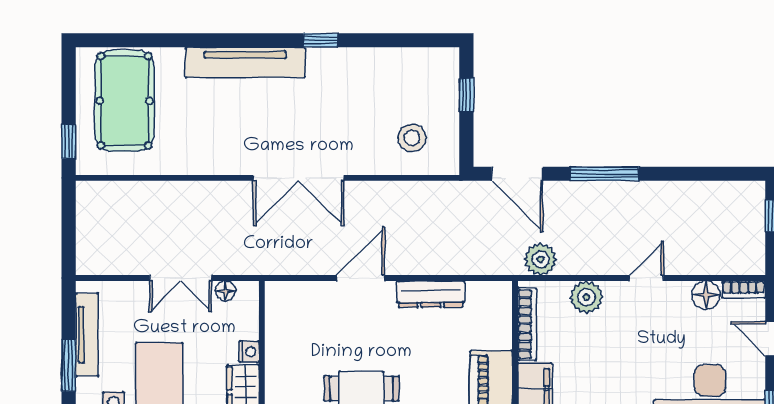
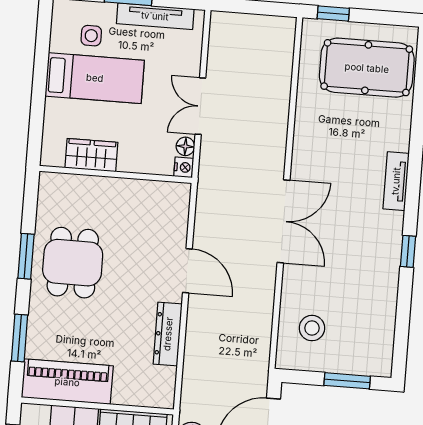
tv unit: (245, 63) -> (396, 181), width x0.52, depth x0.78
window: (466, 95) -> (347, 381), width x1.50
double door: (299, 178) -> (284, 221), swing flipped
nightstand: (249, 352) -> (184, 167), moved, turned -90

